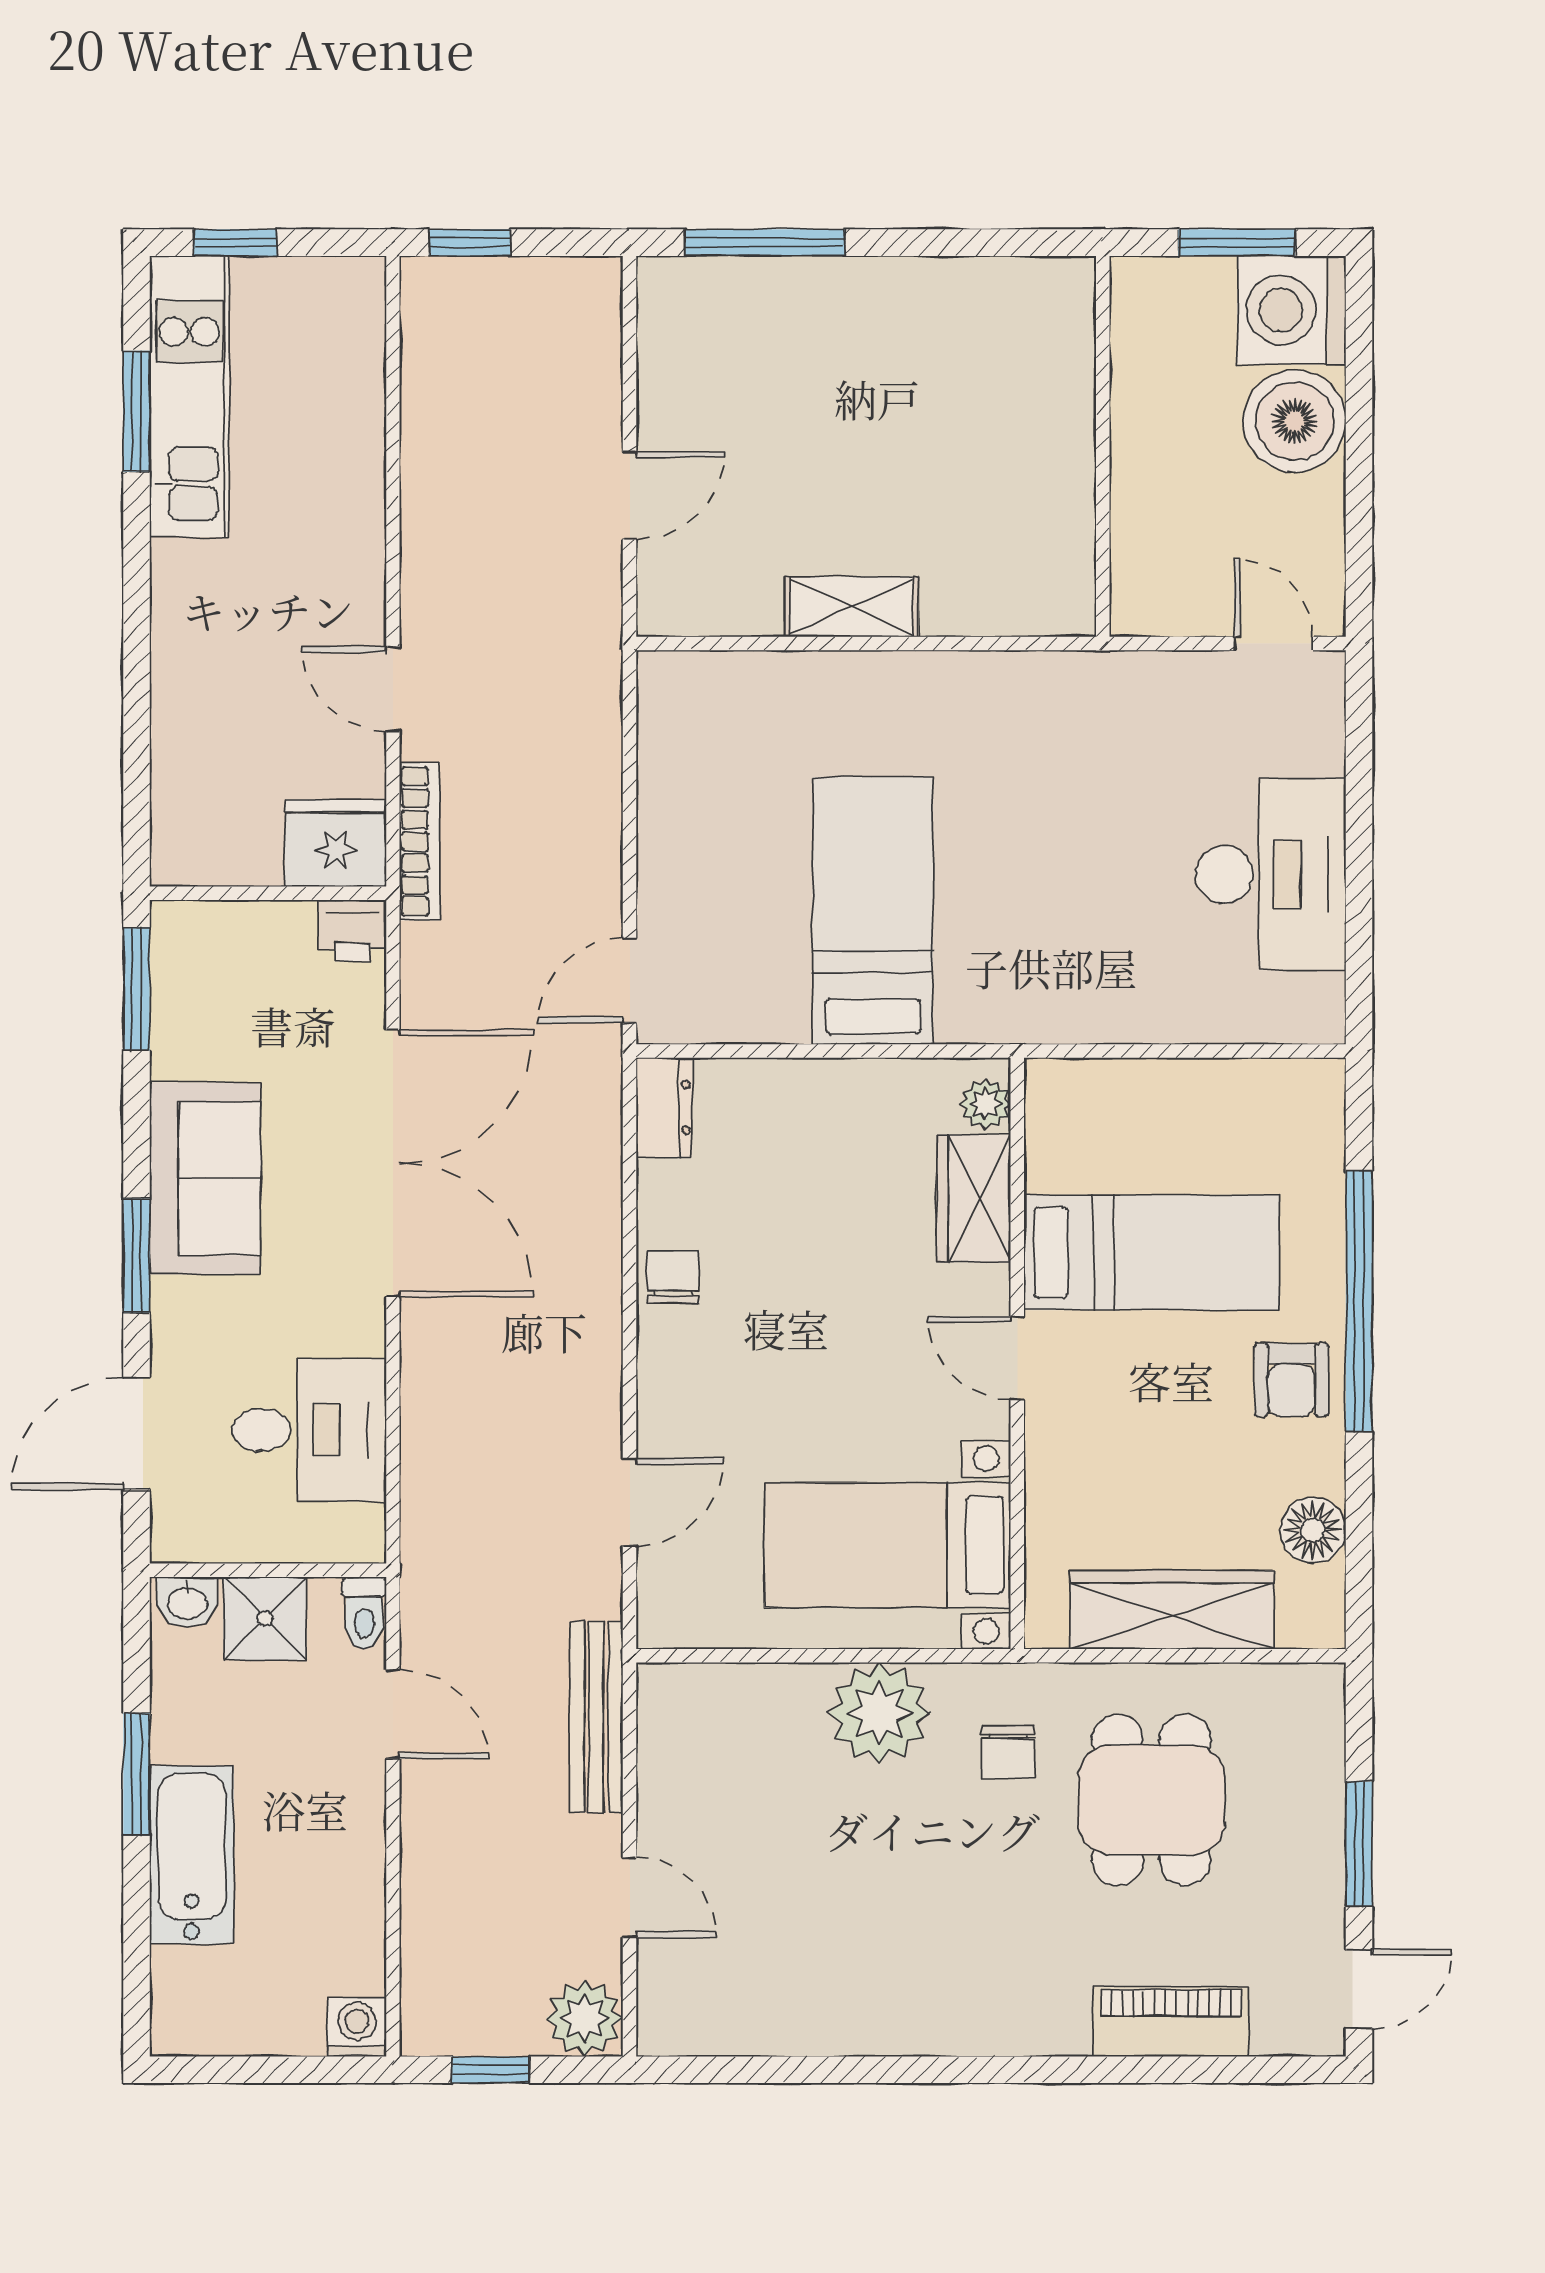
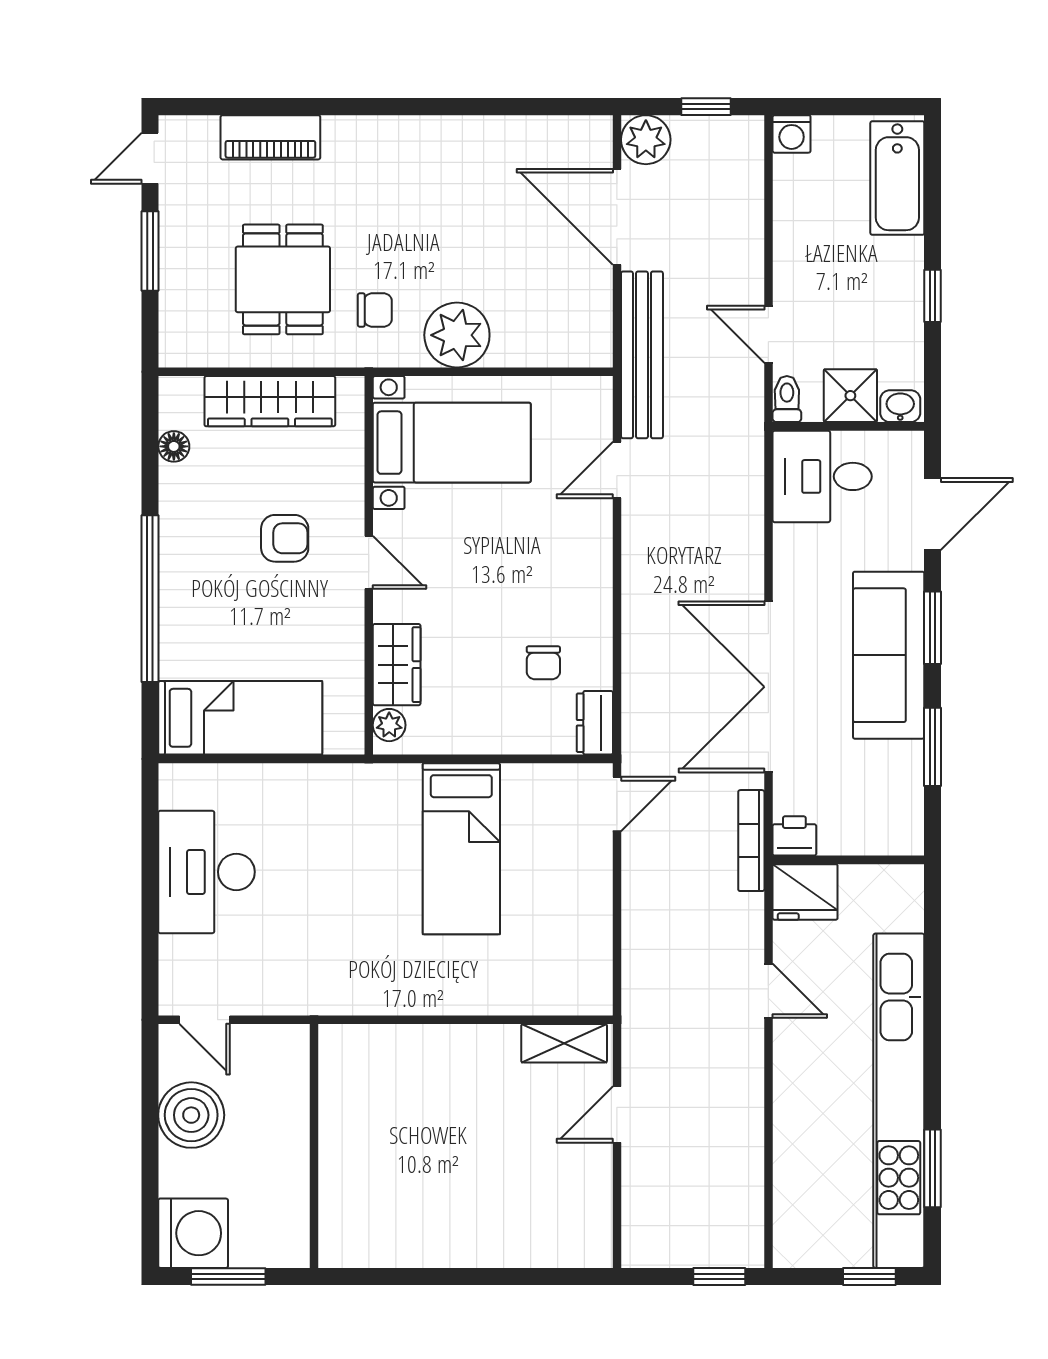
window: (765, 243) -> (530, 1276), removed
kitchen unit: (189, 396) -> (899, 1101), width x1.86
boiler: (1295, 421) -> (191, 1115), moved
shelving: (851, 607) -> (564, 1043), moved
bookcase: (420, 841) -> (751, 841), moved
window: (137, 989) -> (933, 747), moved
sofa: (205, 1178) -> (889, 655), width x1.36
bed: (1152, 1252) -> (240, 718), moved, turned 180
chair: (673, 1277) -> (543, 663), moved
armchair: (1291, 1380) -> (285, 538), moved, turned 90
desk: (309, 1430) -> (822, 476), moved
floor lamp: (1313, 1530) -> (174, 446), width x0.73, depth x0.73
bench: (596, 1717) -> (642, 355), width x1.37, depth x1.21
chair: (1008, 1752) -> (375, 310), turned 90
window: (137, 1774) -> (933, 296), width x0.67
bathtub: (192, 1855) -> (897, 178), moved
door: (630, 1898) -> (617, 217), width x1.88

